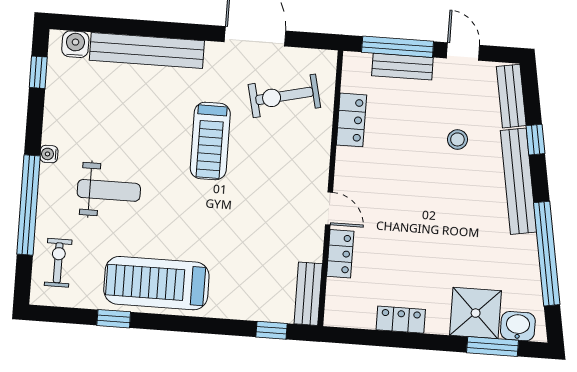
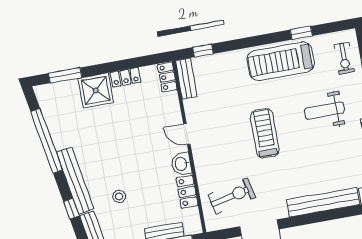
treadmill: (210, 141) -> (265, 133), moved
locker: (340, 254) -> (167, 77), moved
treadmill: (156, 283) -> (281, 61), turned 180
shower: (476, 313) -> (96, 90), moved
washbasin: (518, 326) -> (181, 164), moved, turned 90

